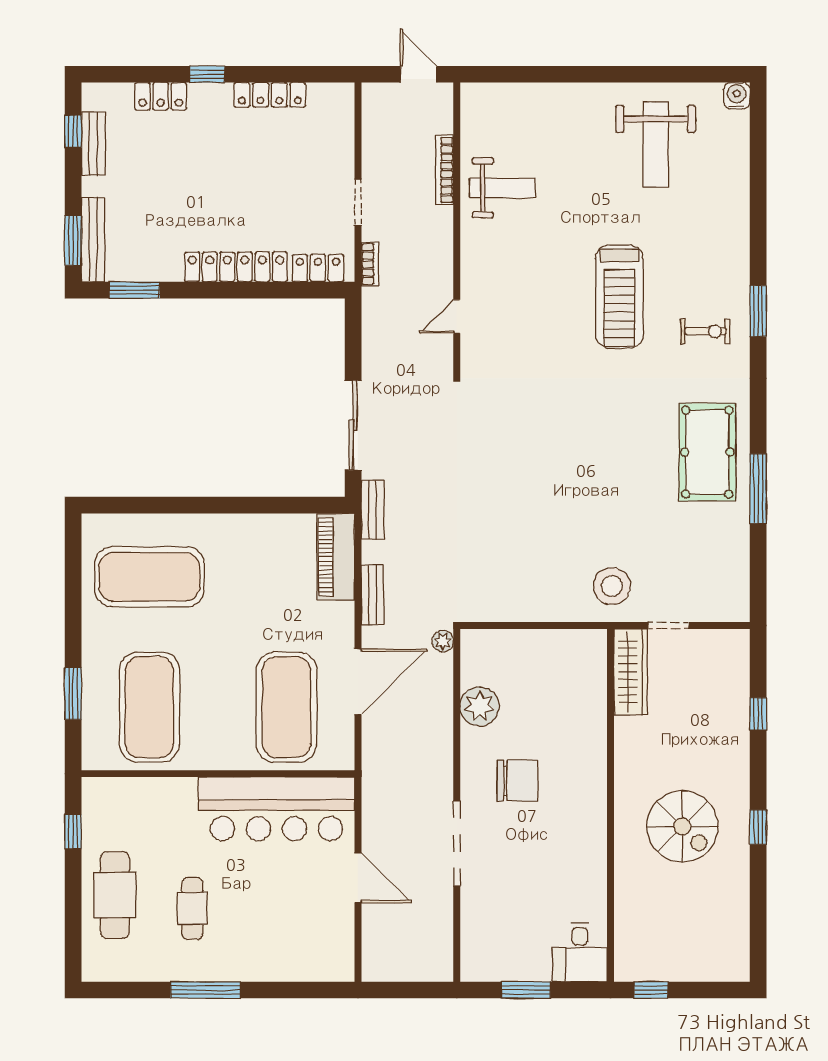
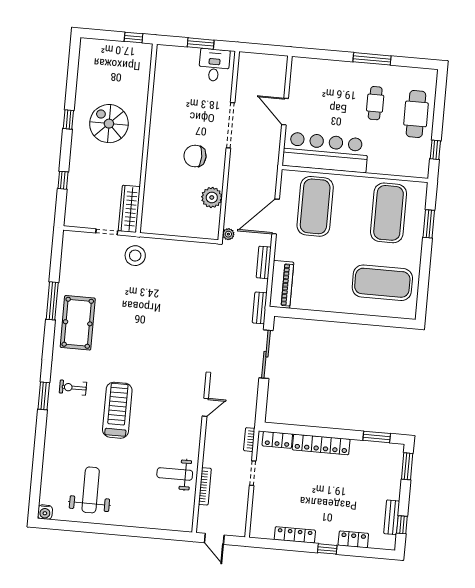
bench: (93, 240) -> (396, 466), removed
desk: (580, 952) -> (214, 65), moved

